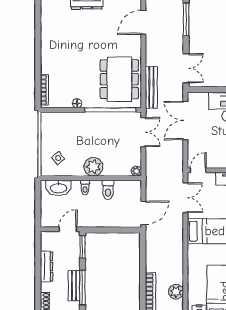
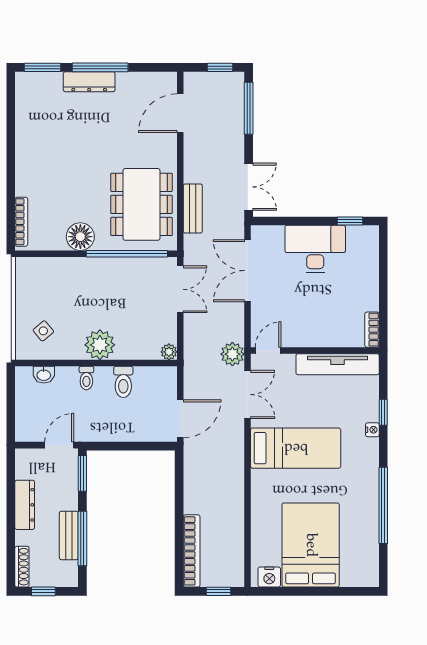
bench: (151, 87) -> (193, 208), width x0.73
floor lamp: (77, 103) -> (80, 237), width x1.89, depth x1.89
washbasin: (58, 188) -> (44, 375), width x0.52, depth x0.69
plant: (176, 292) -> (232, 354), moved

